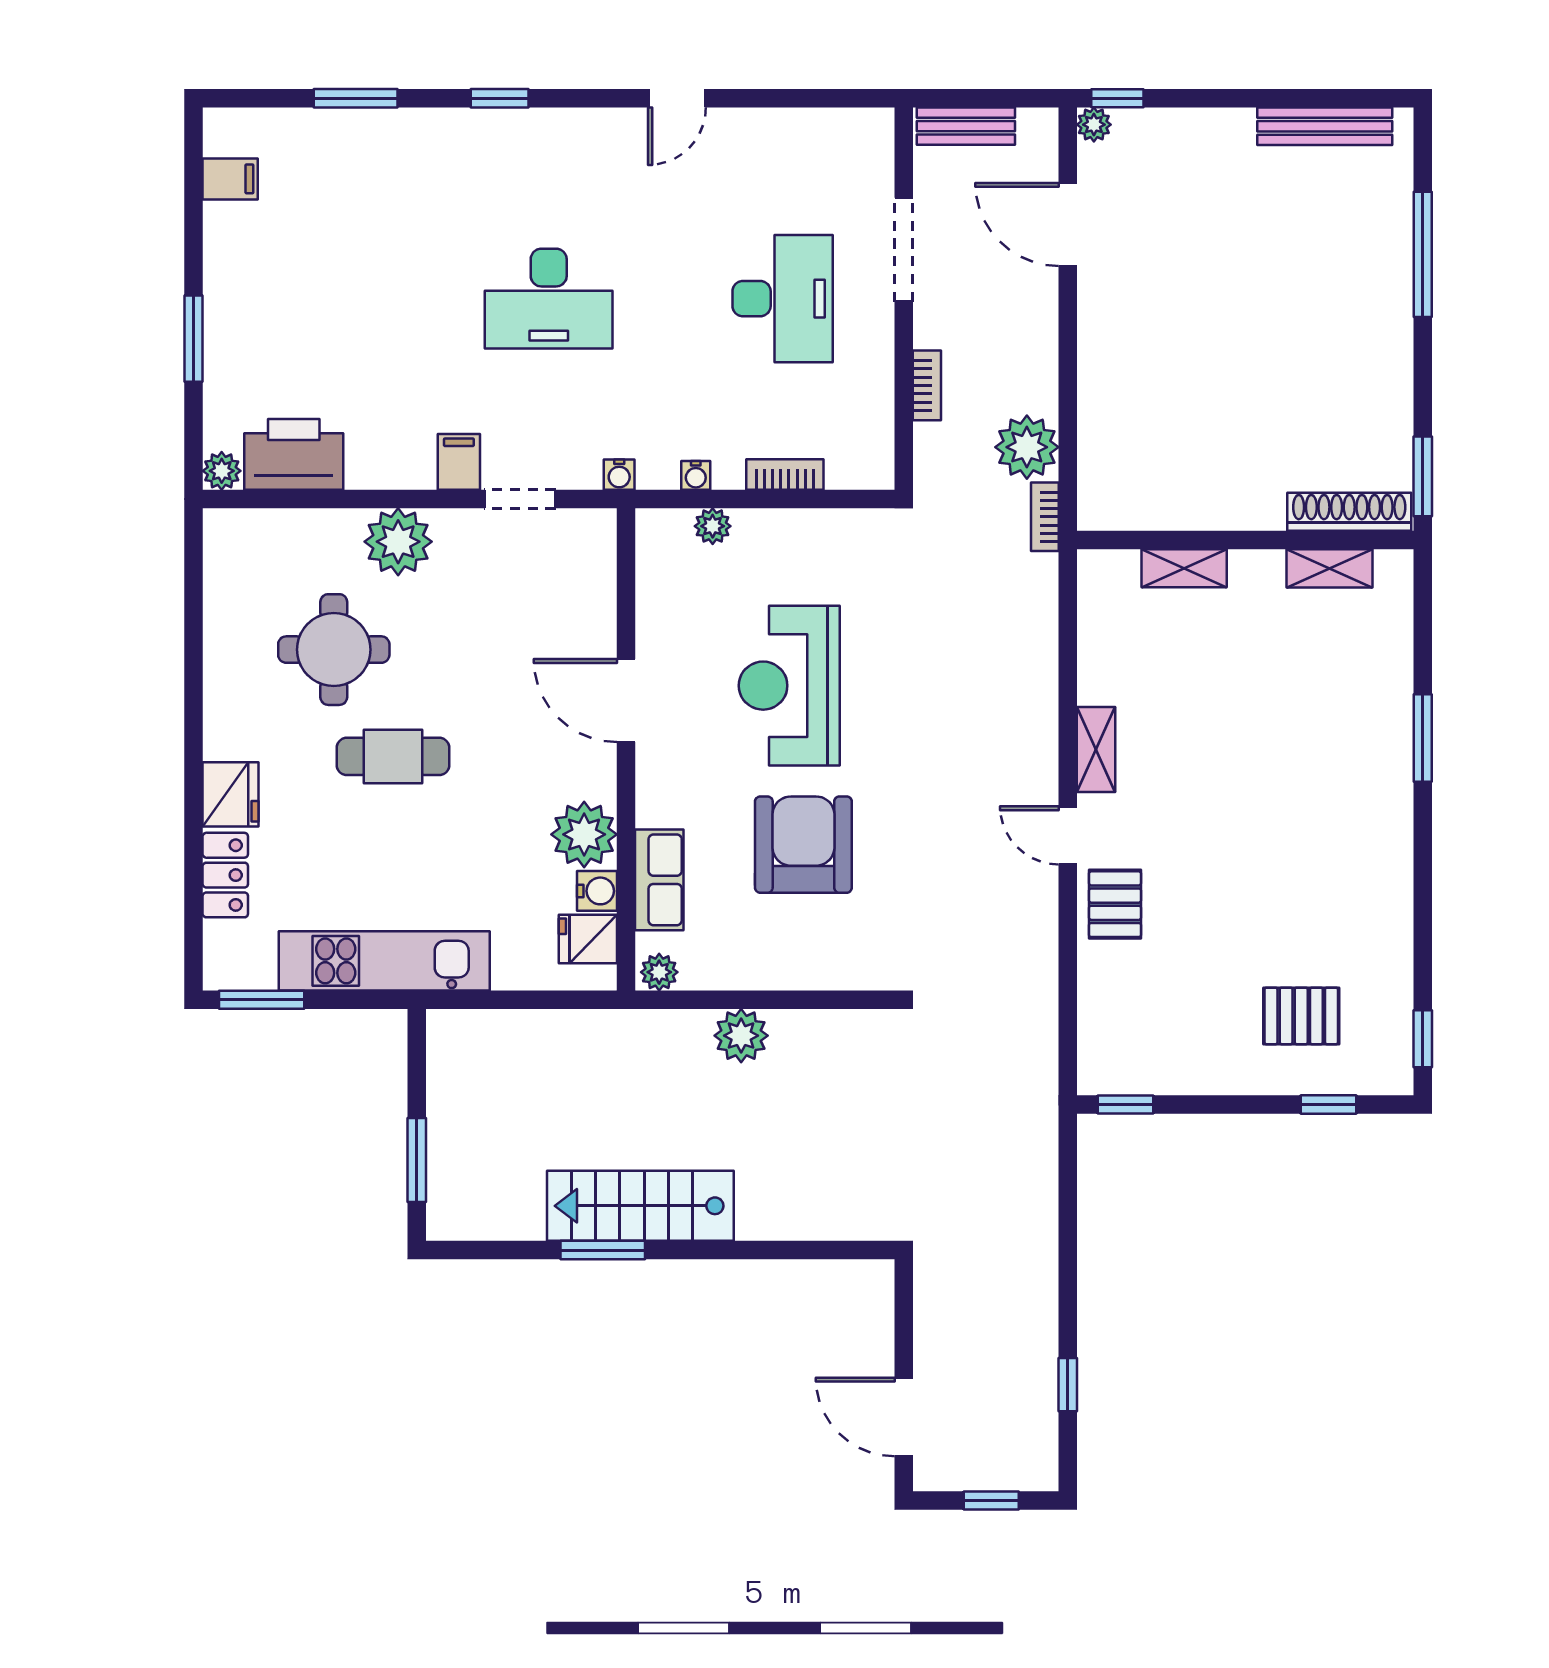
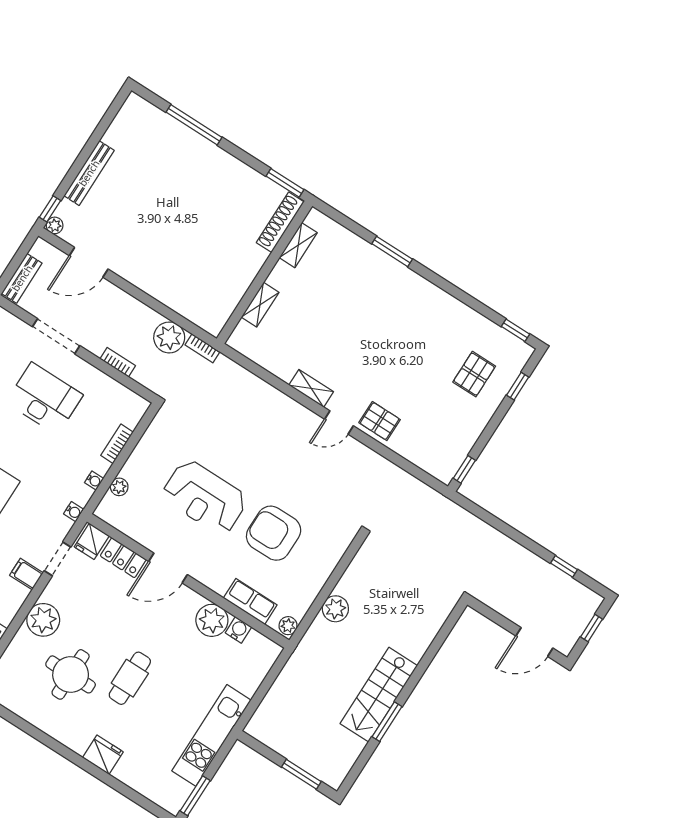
bench: (1325, 126) -> (89, 173), moved
locker: (225, 875) -> (123, 558), moved, turned 180
fridge: (588, 939) -> (92, 541), moved

